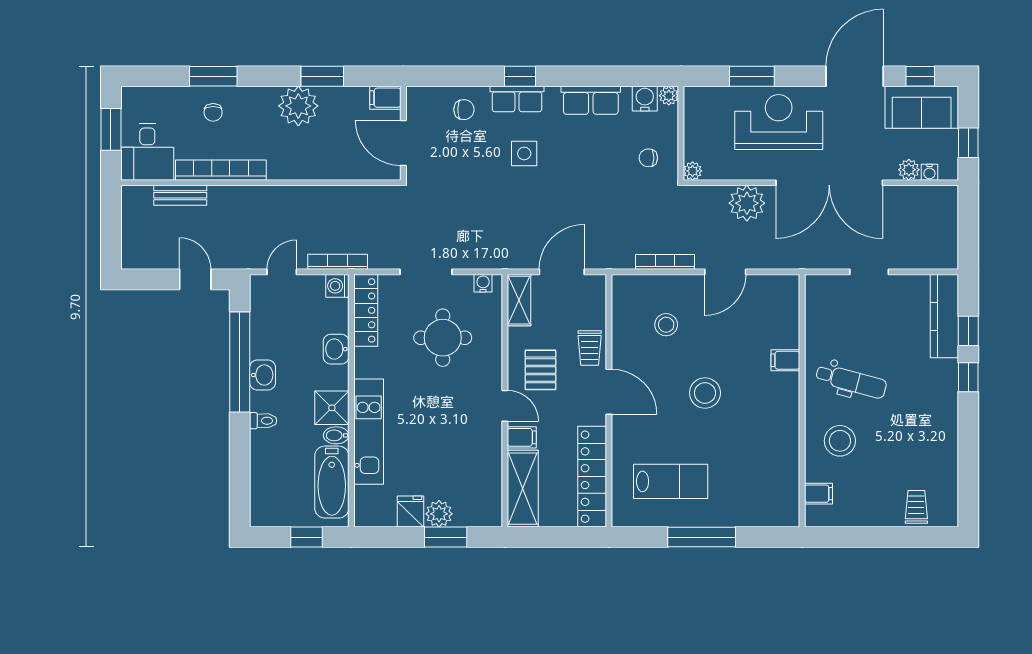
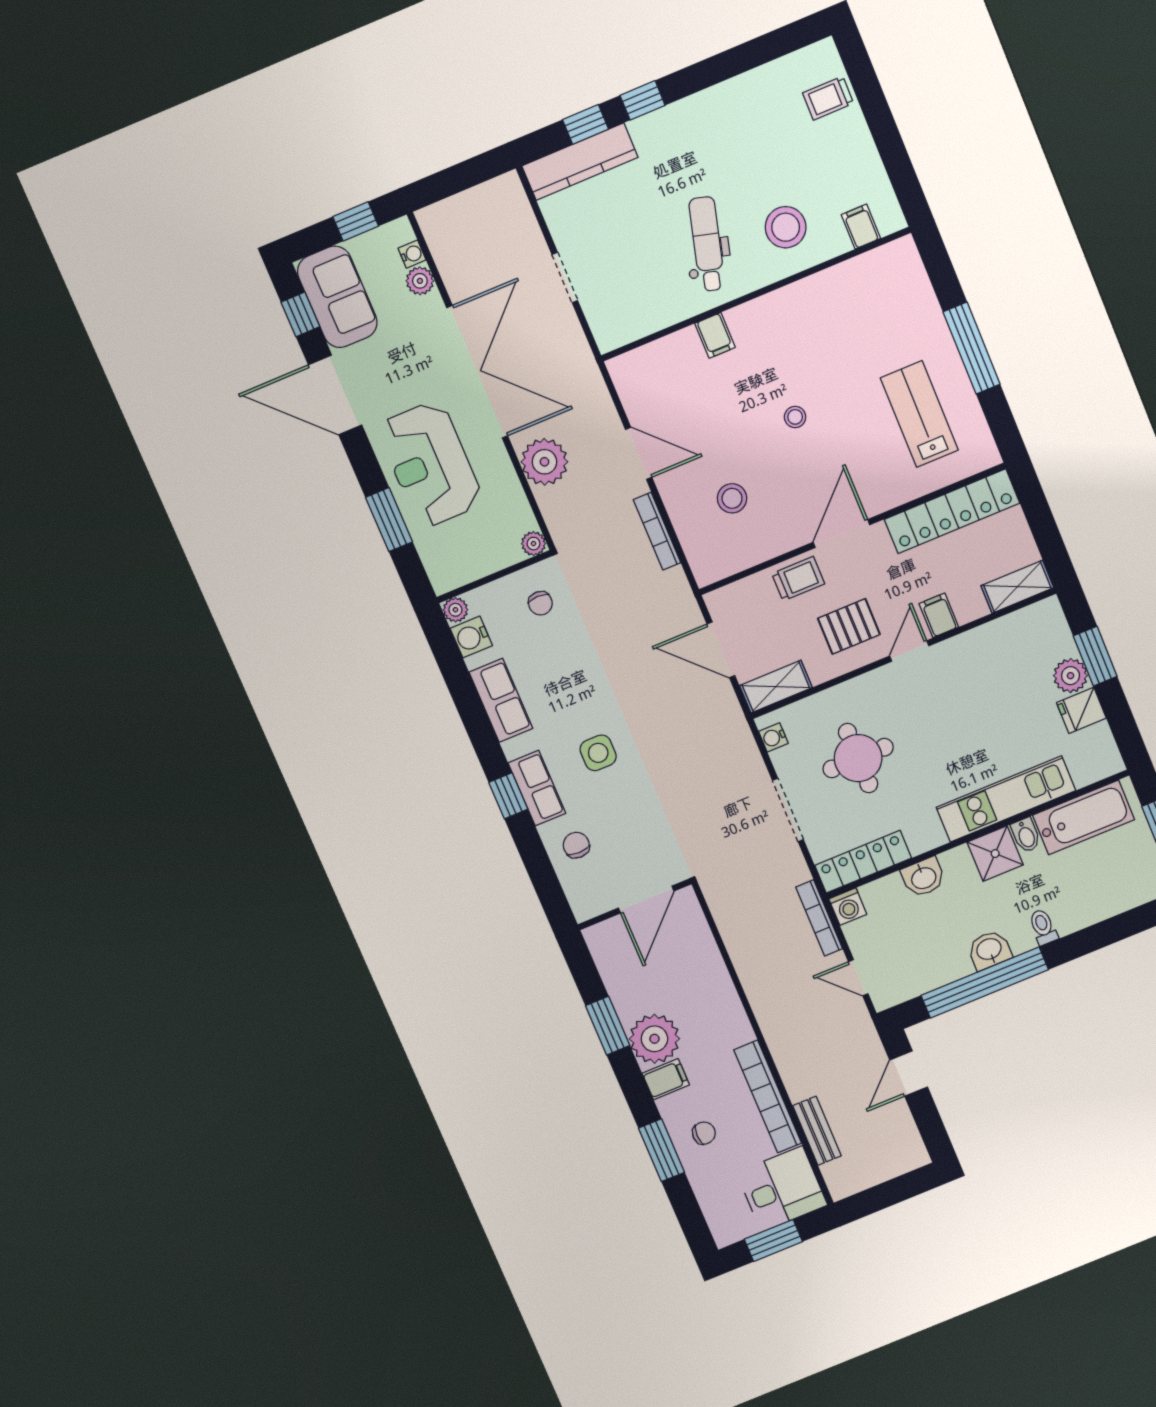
filing cabinet: (385, 98) -> (666, 1079), moved, turned -90
stool: (705, 393) -> (795, 417), width x0.53, depth x0.53
shelving: (523, 489) -> (1017, 587), width x0.67, depth x0.75

